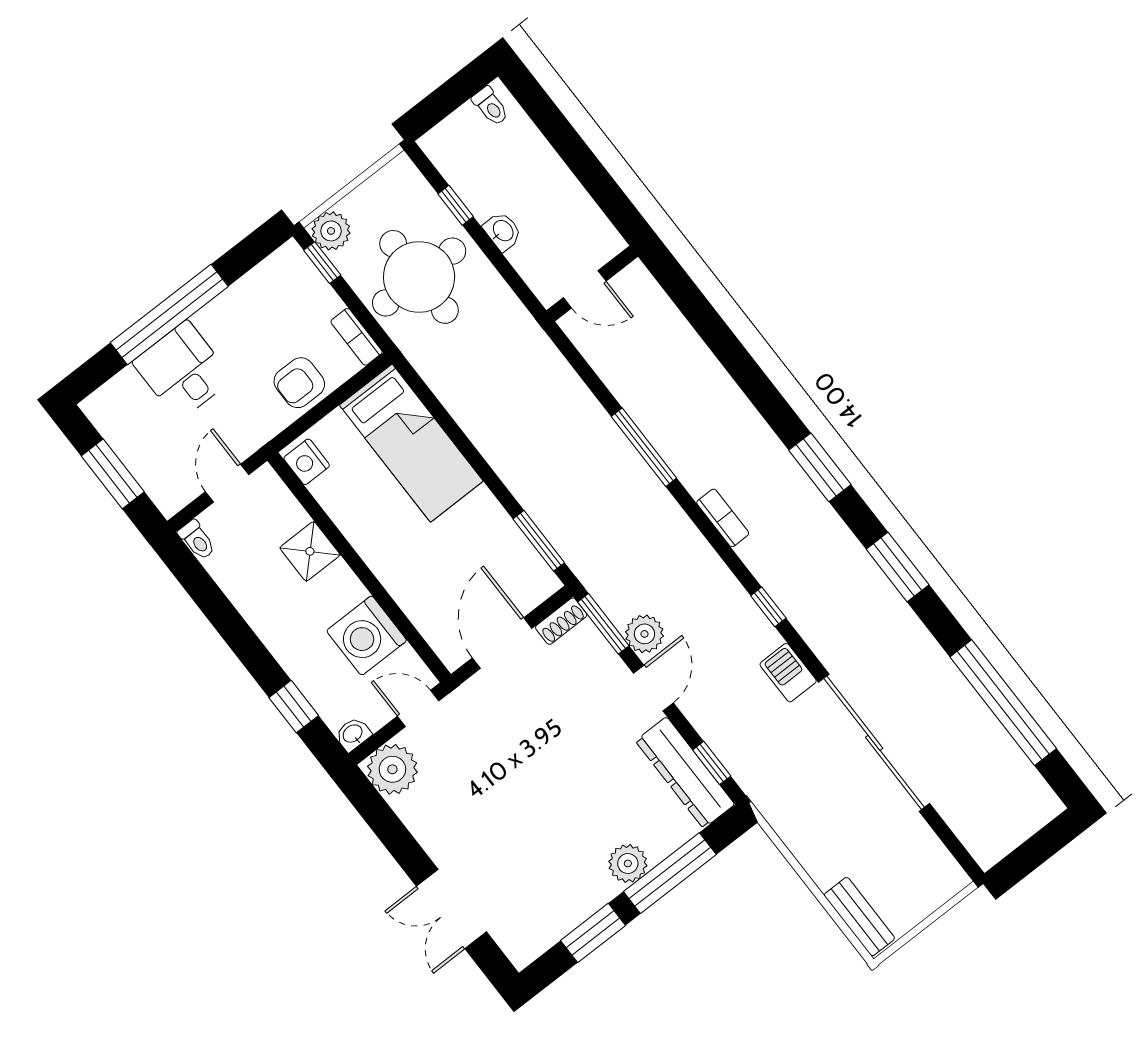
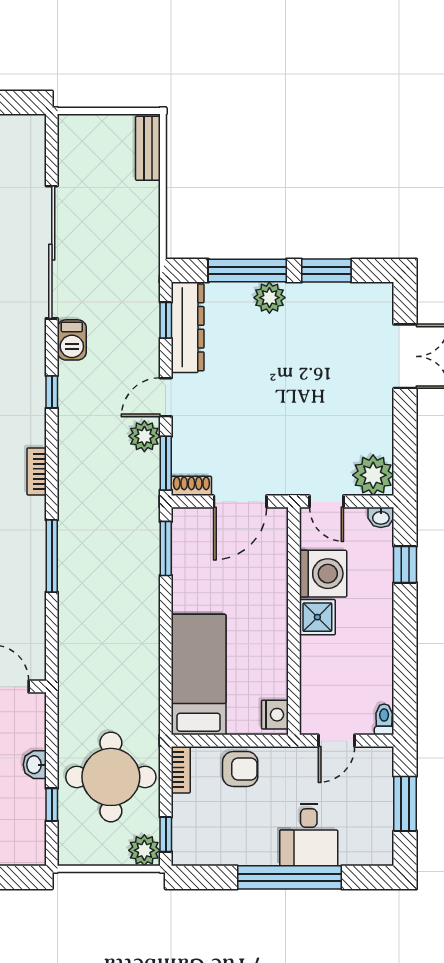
shower: (310, 551) -> (317, 617), moved

